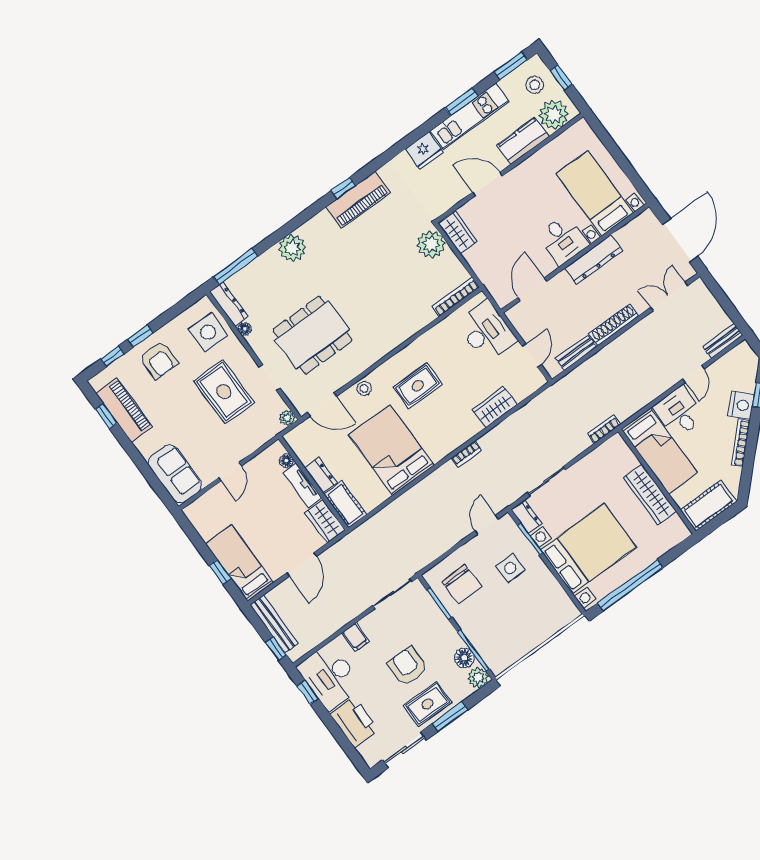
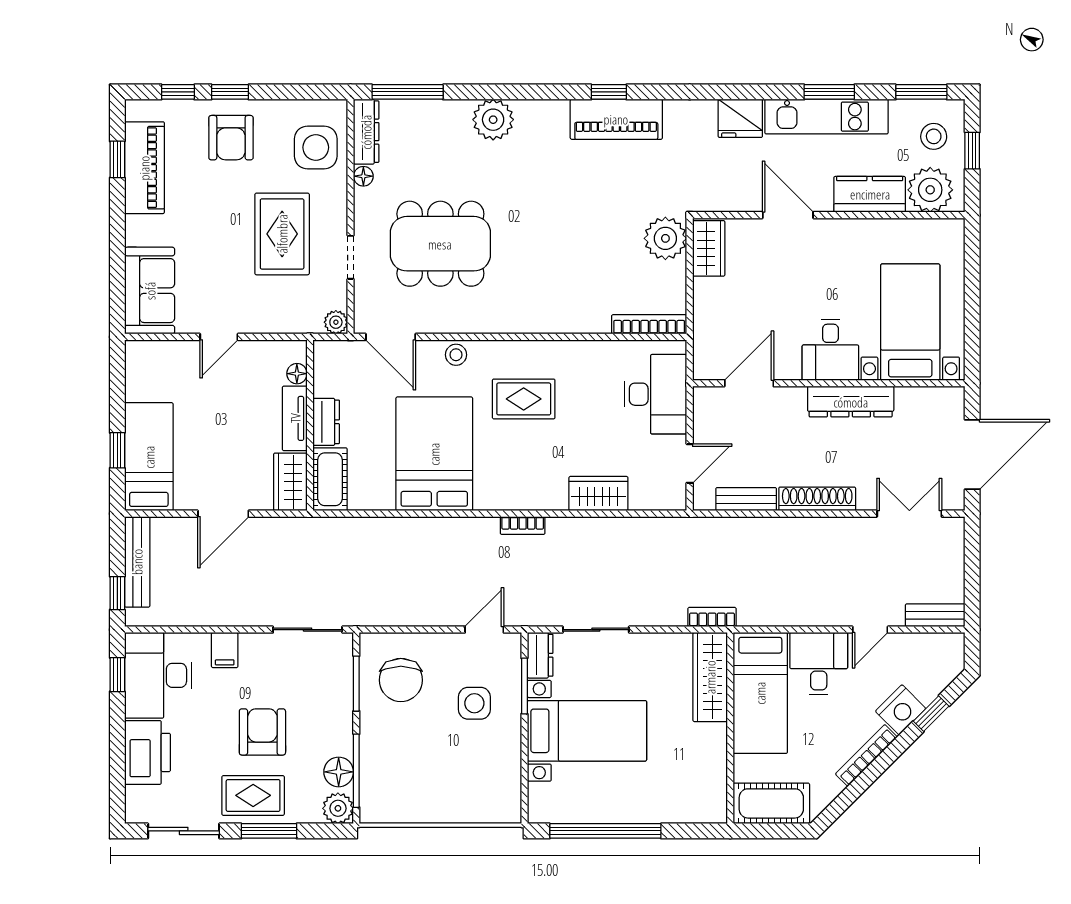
wardrobe: (650, 494) -> (710, 677), moved
bed with nightstands: (588, 549) -> (587, 731), width x0.73

